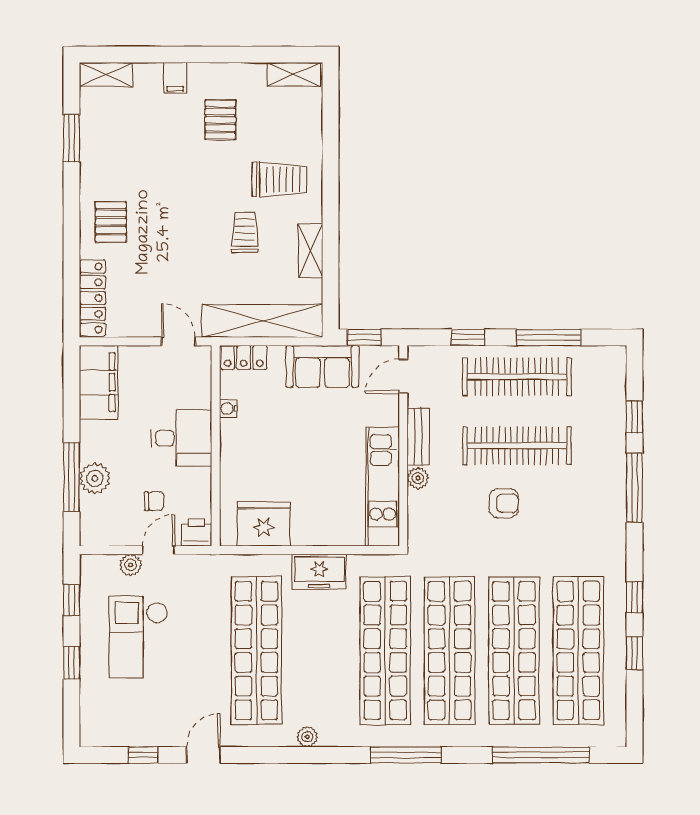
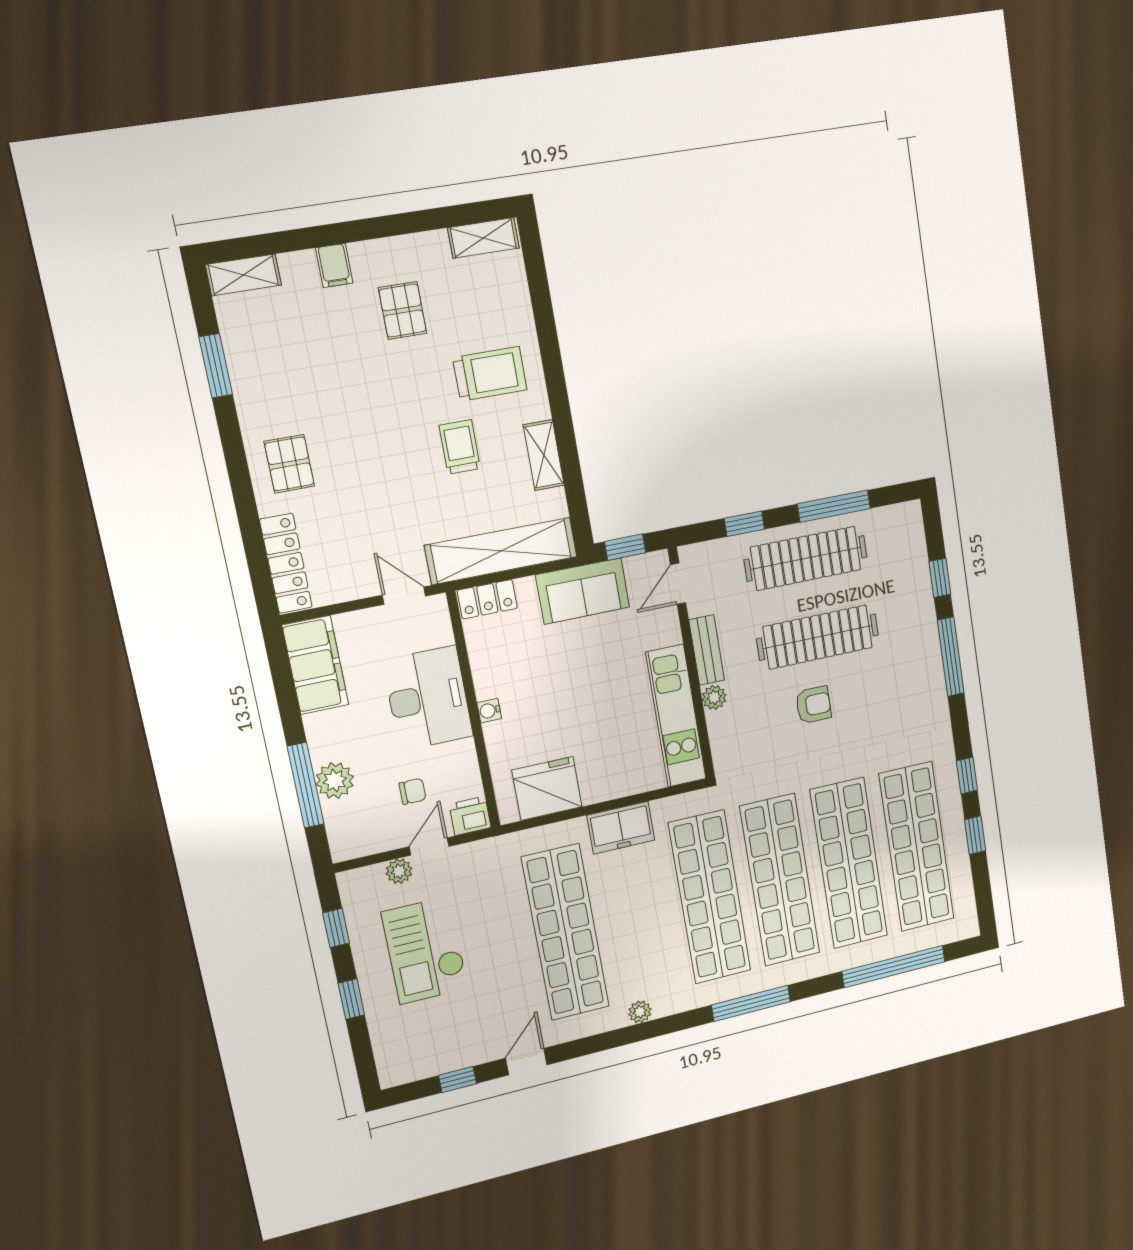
water cooler: (228, 409) -> (489, 711), moved
desk: (181, 438) -> (428, 698), width x1.37

